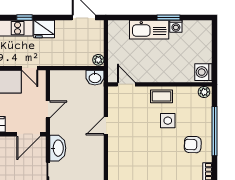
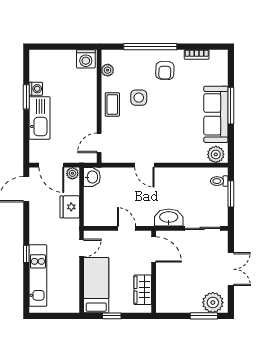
fridge: (44, 29) -> (70, 207), moved, turned 180
door: (106, 40) -> (51, 165), added
plant: (204, 92) -> (108, 70), moved

